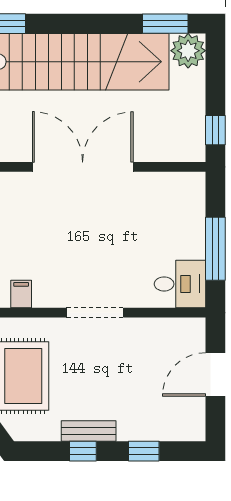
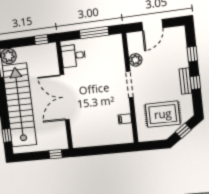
desk: (180, 284) -> (73, 56), moved, turned -90
plant: (146, 331) -> (135, 60), added
door: (215, 374) -> (152, 25), hinge flipped

